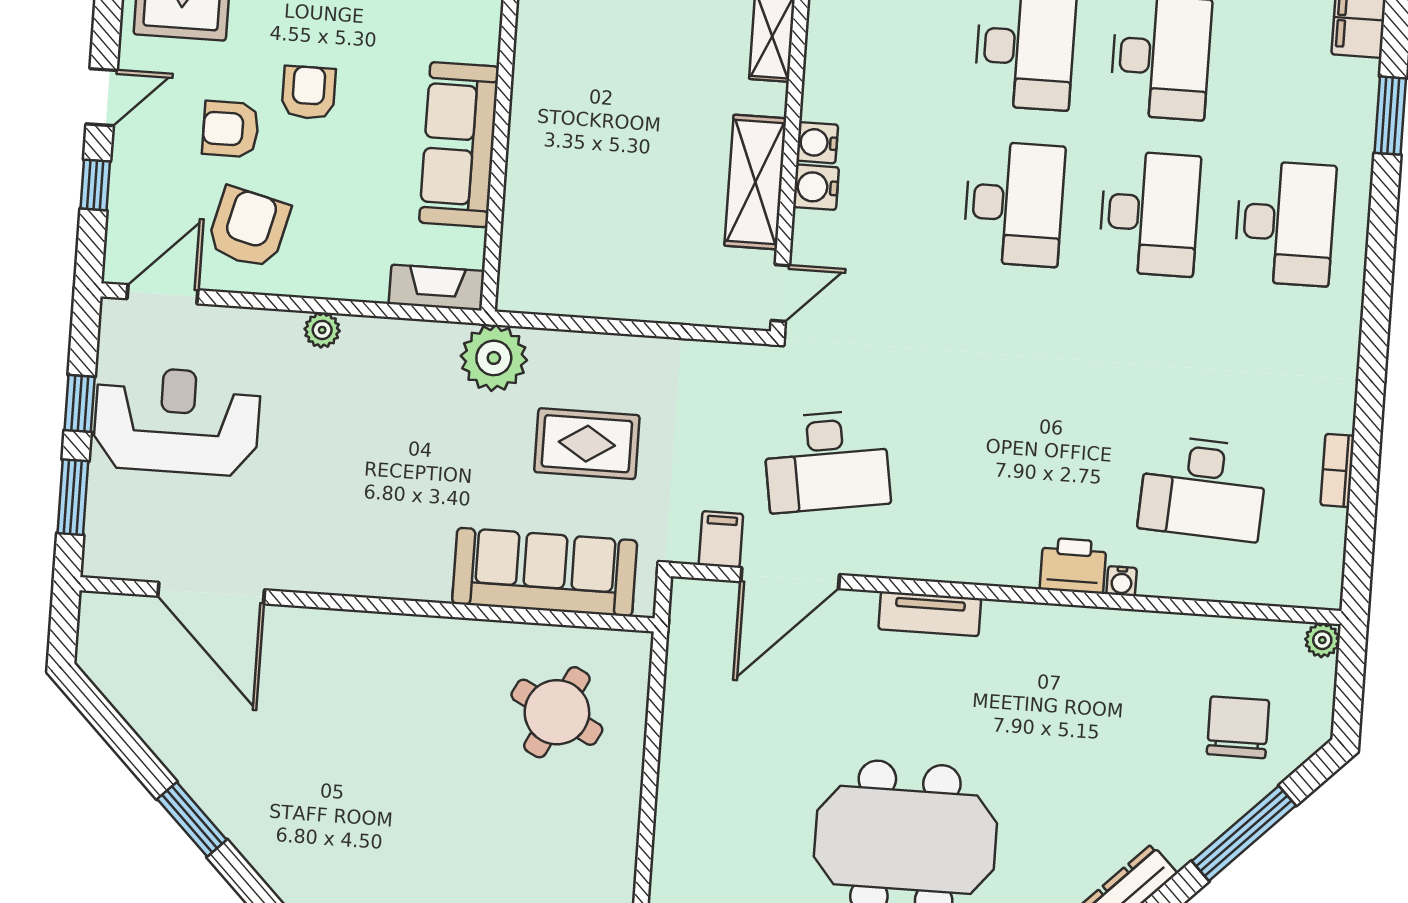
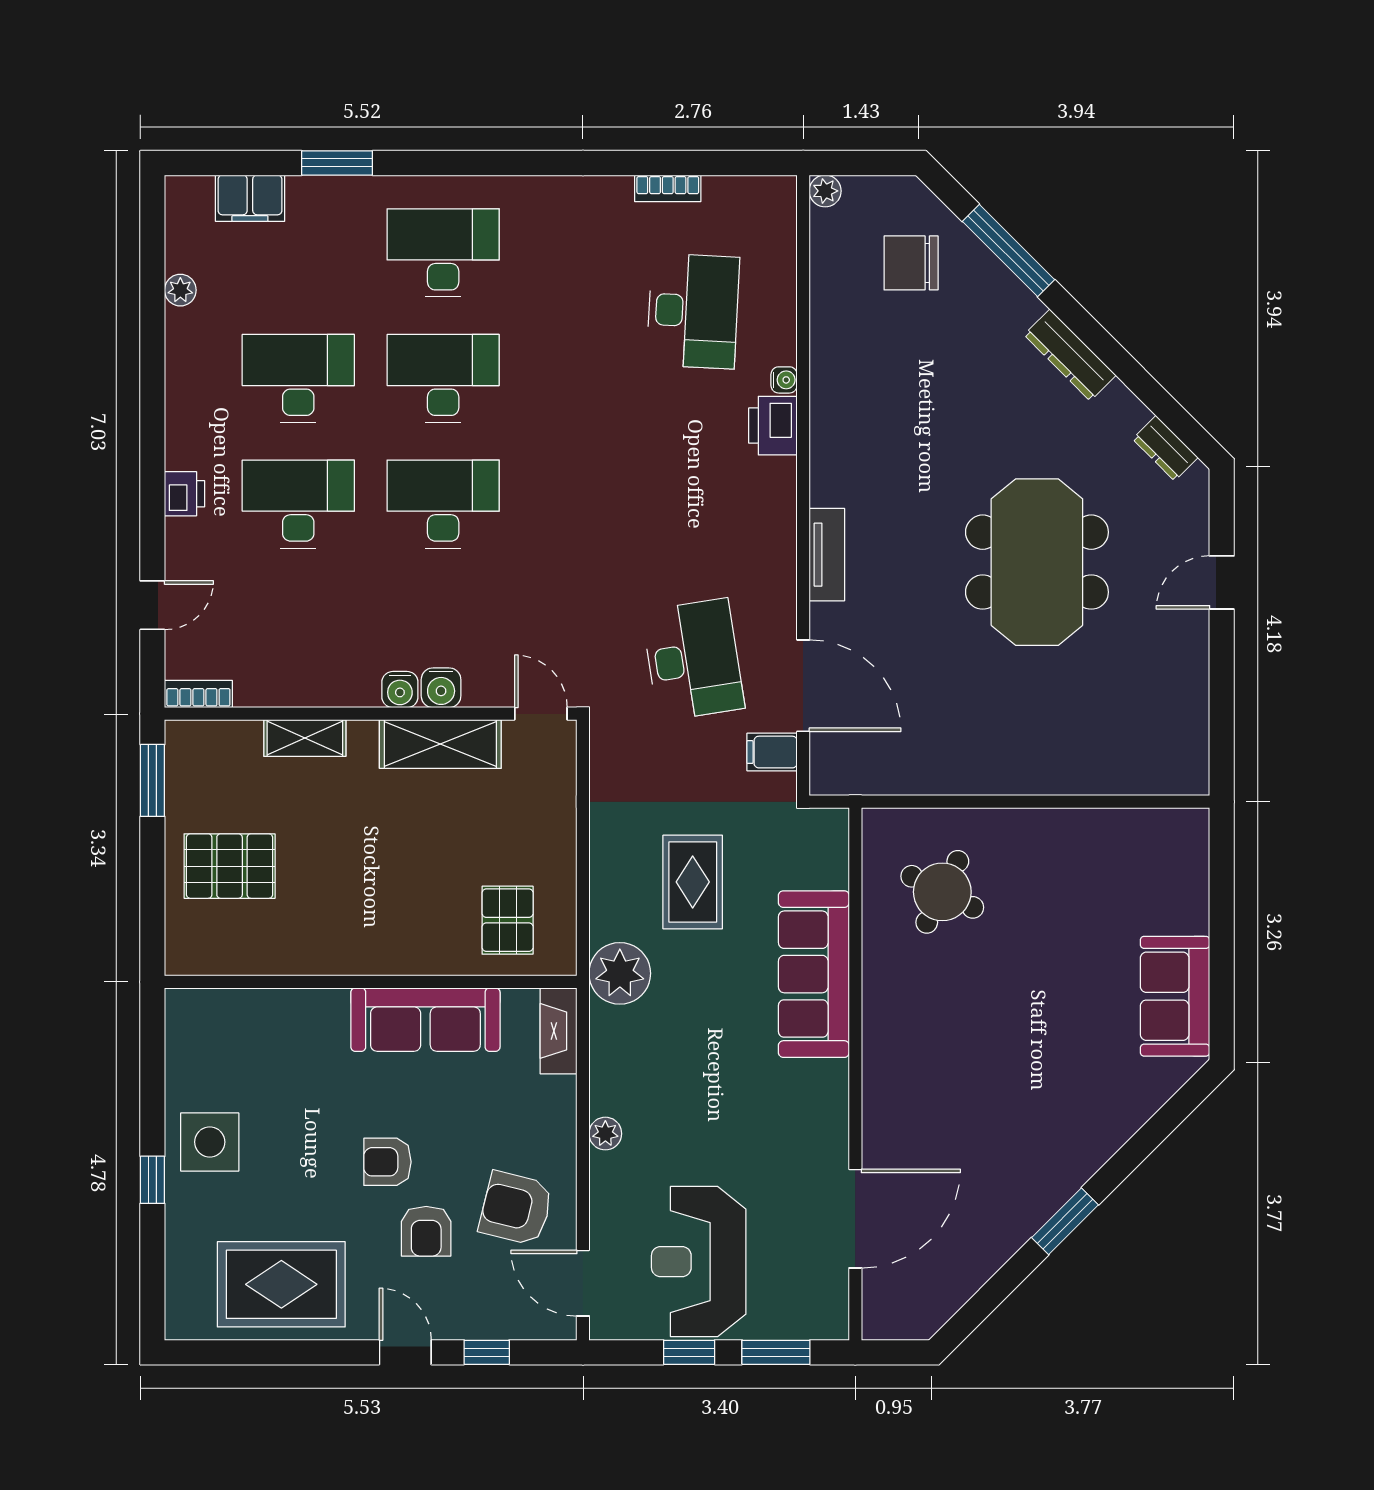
pallet: (560, 241) -> (508, 920), added
sofa: (545, 572) -> (814, 974), moved

